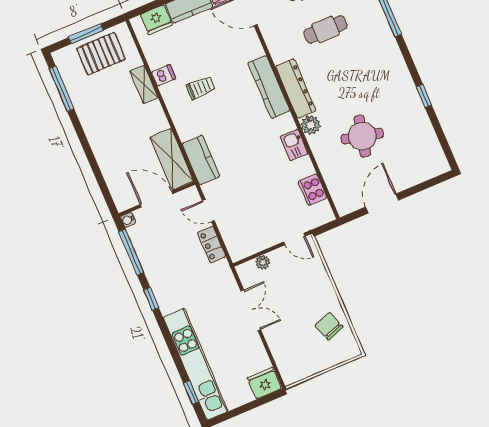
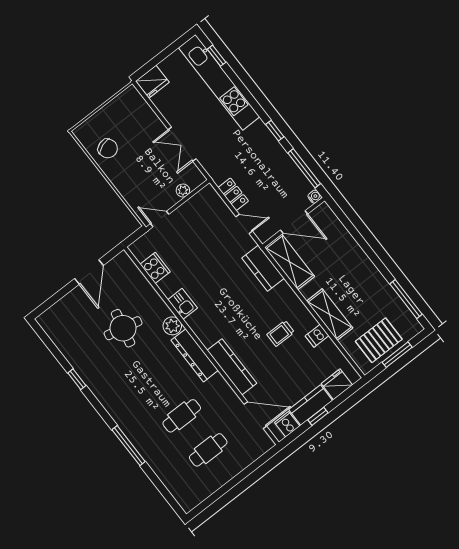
shelving: (144, 85) -> (330, 315), width x1.50, depth x1.33
kitchen counter: (269, 87) -> (232, 367), moved

